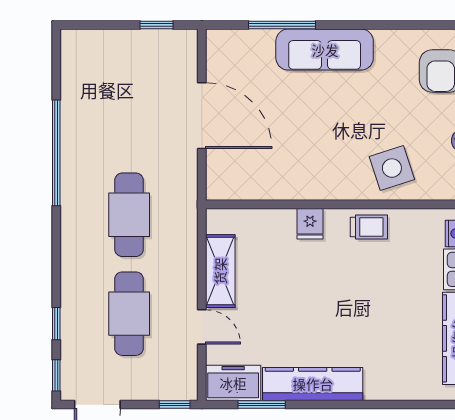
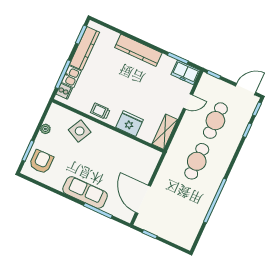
door: (202, 116) -> (143, 199), moved
side table: (392, 168) -> (80, 131), turned 45
fridge: (310, 224) -> (130, 124), width x1.88, depth x1.34
shelving: (220, 271) -> (165, 132), moved
door: (202, 327) -> (188, 101), swing flipped
kitchen counter: (313, 384) -> (138, 50), moved

